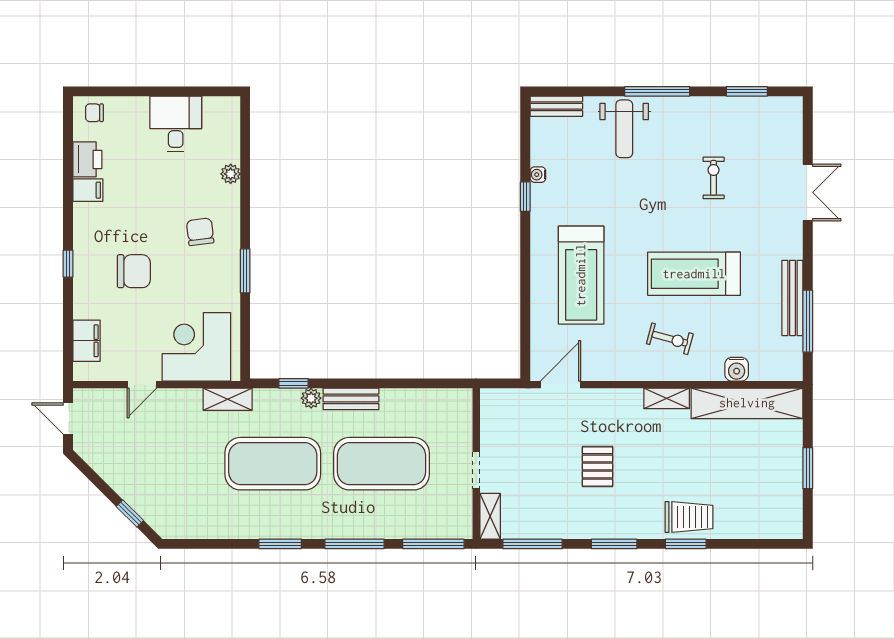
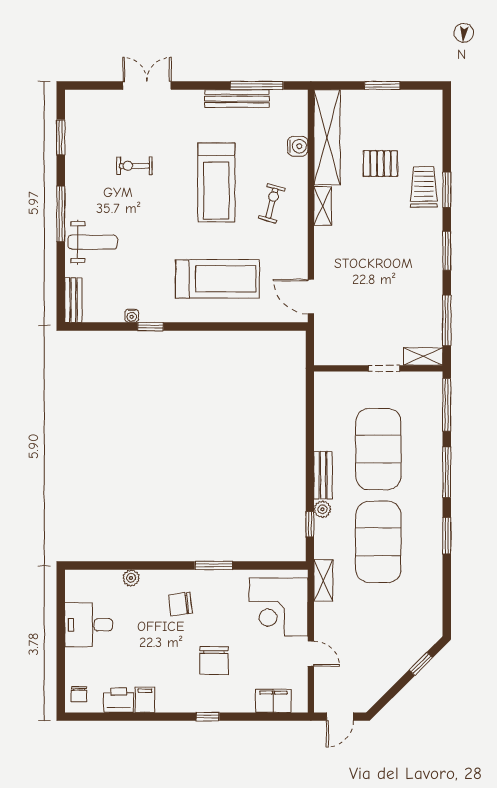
chair: (134, 271) -> (214, 661), turned 180
pallet: (598, 466) -> (380, 164), moved

